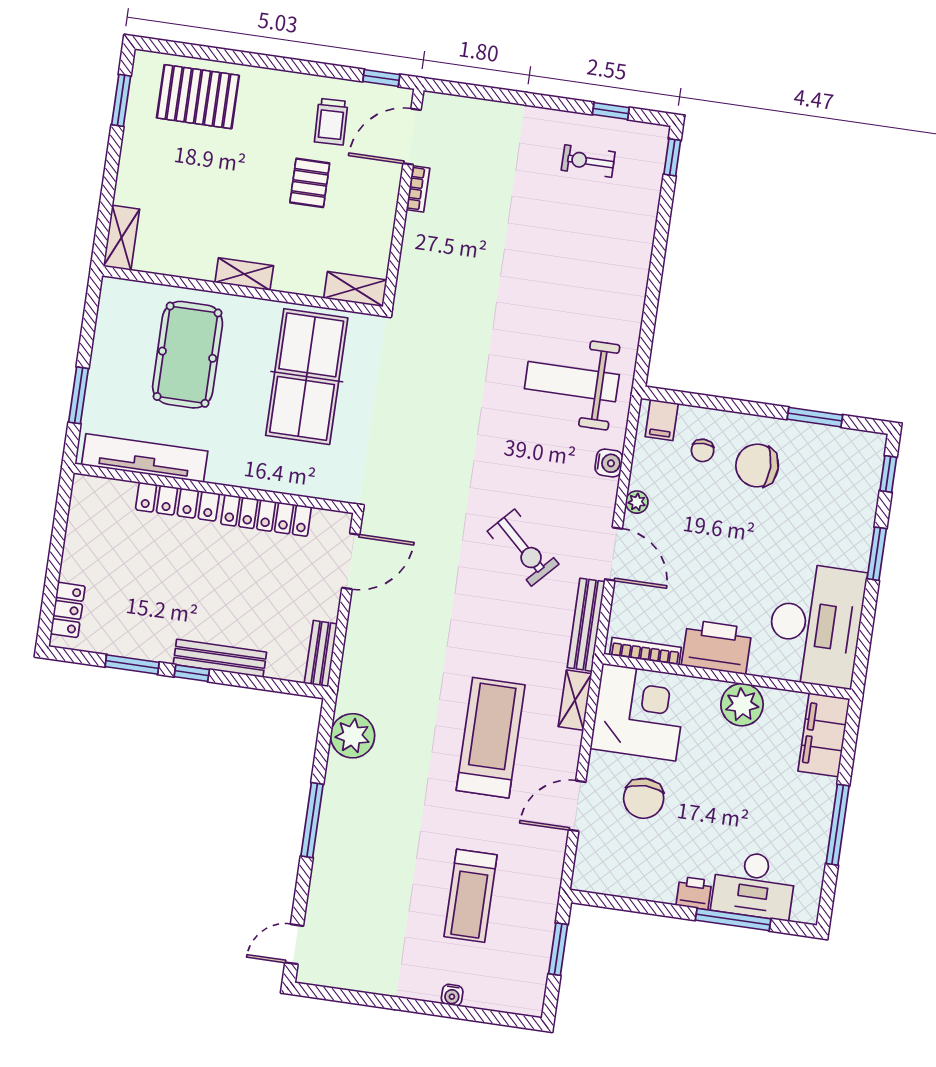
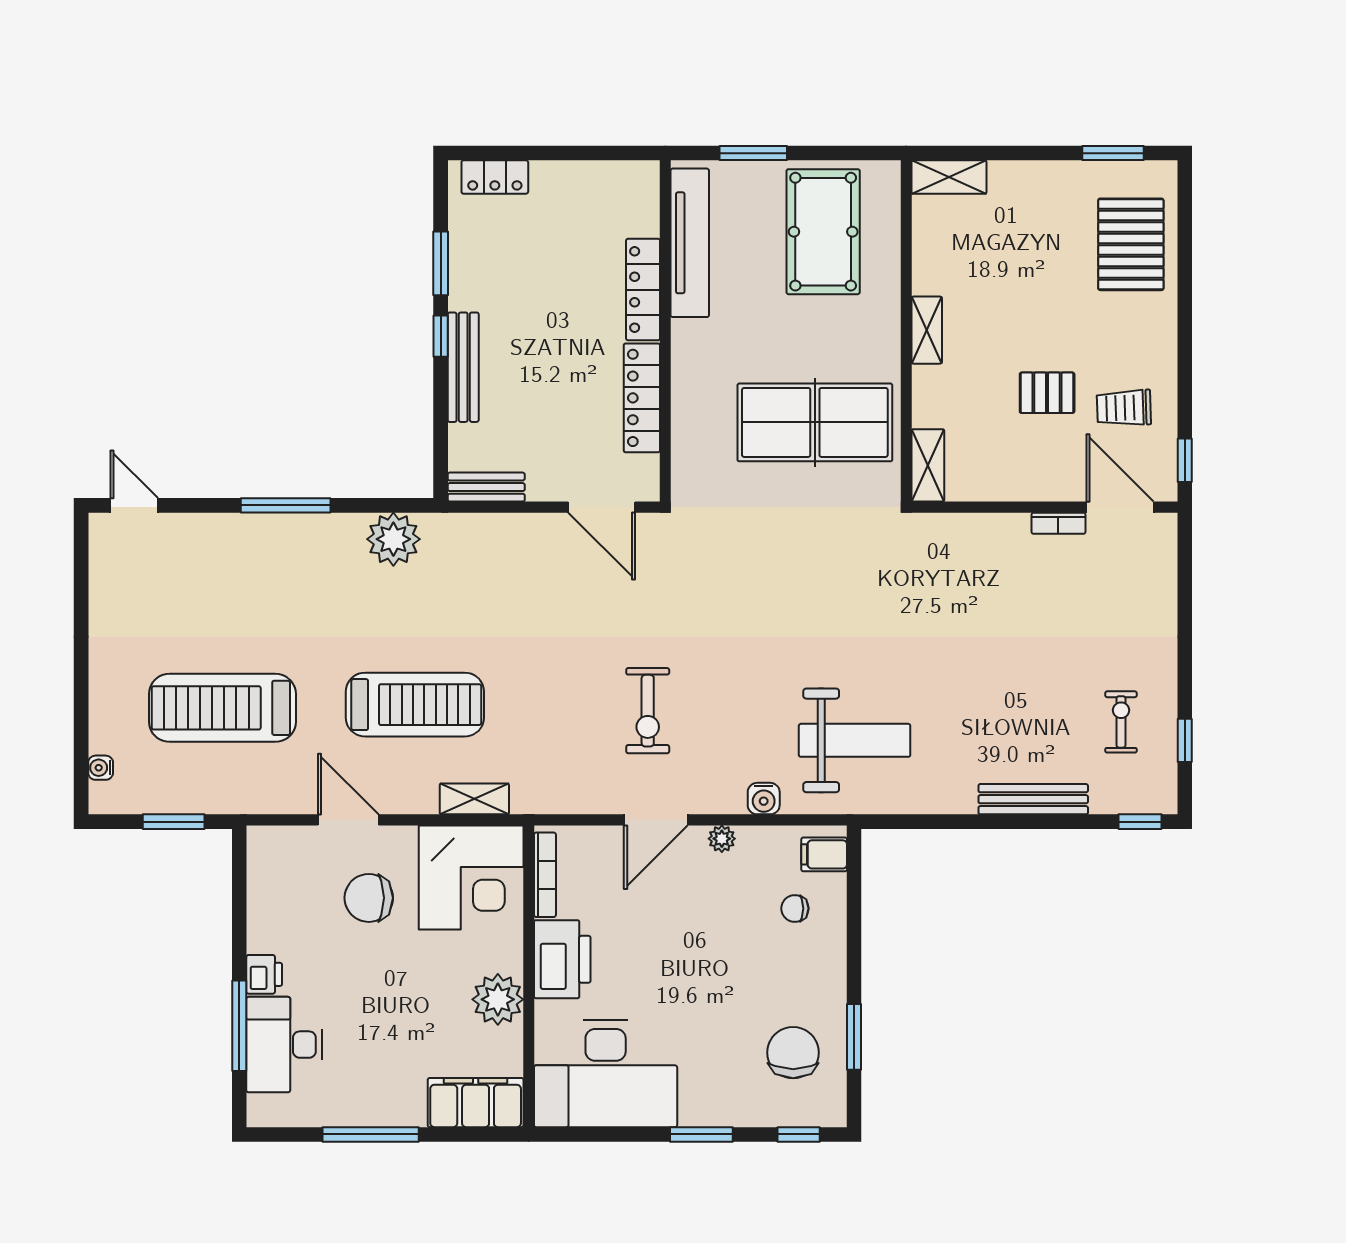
pool table: (188, 355) -> (823, 232), moved, turned 90
weight bench: (572, 382) -> (855, 740), turned 90
chair: (757, 465) -> (793, 1053), moved
exercise bike: (523, 548) -> (648, 711), turned -43
bench: (586, 625) -> (1033, 799), moved
treadmill: (471, 896) -> (222, 708), width x1.37, depth x1.38
water cooler: (452, 995) -> (101, 768), moved

